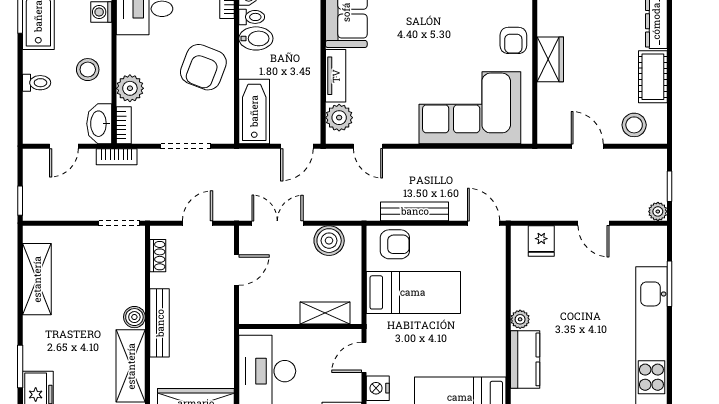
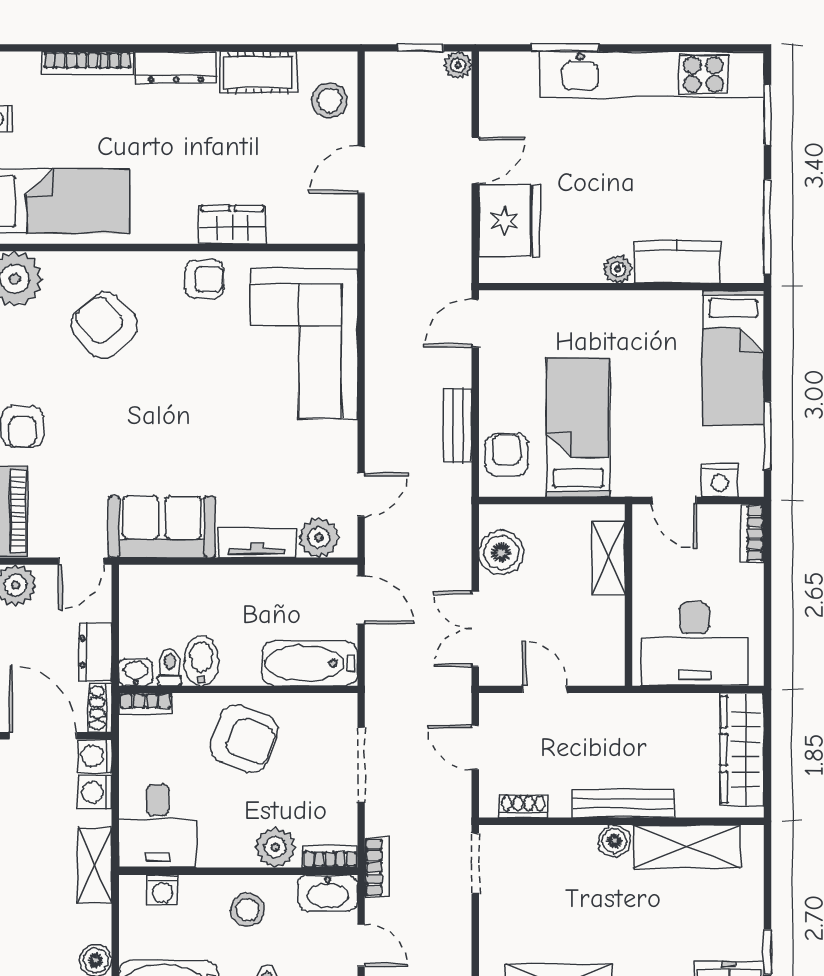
bench: (415, 211) -> (458, 426), width x0.73
fridge: (541, 241) -> (509, 221), width x1.88, depth x1.34

